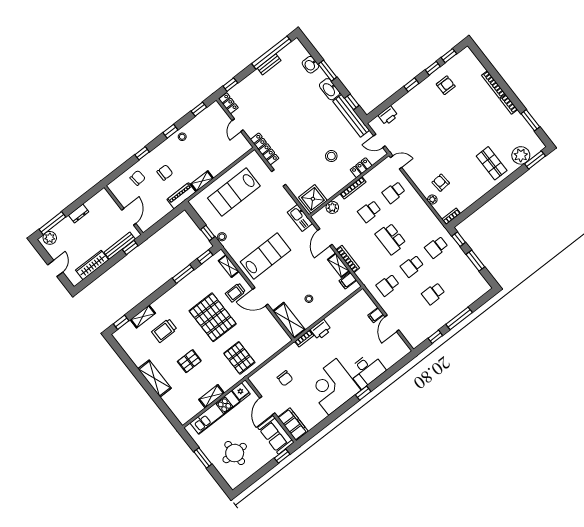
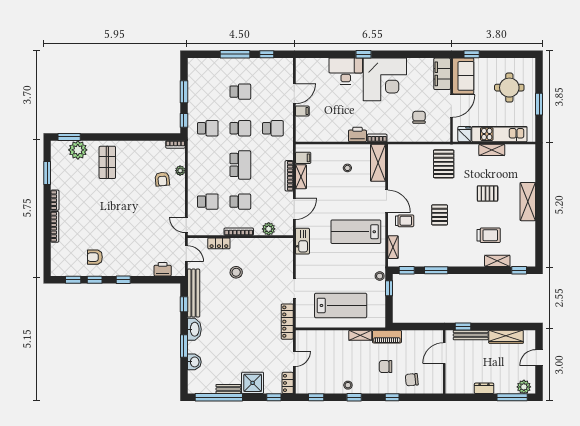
shower: (313, 199) -> (253, 383), moved
pallet: (213, 317) -> (440, 215), width x0.49, depth x0.50

